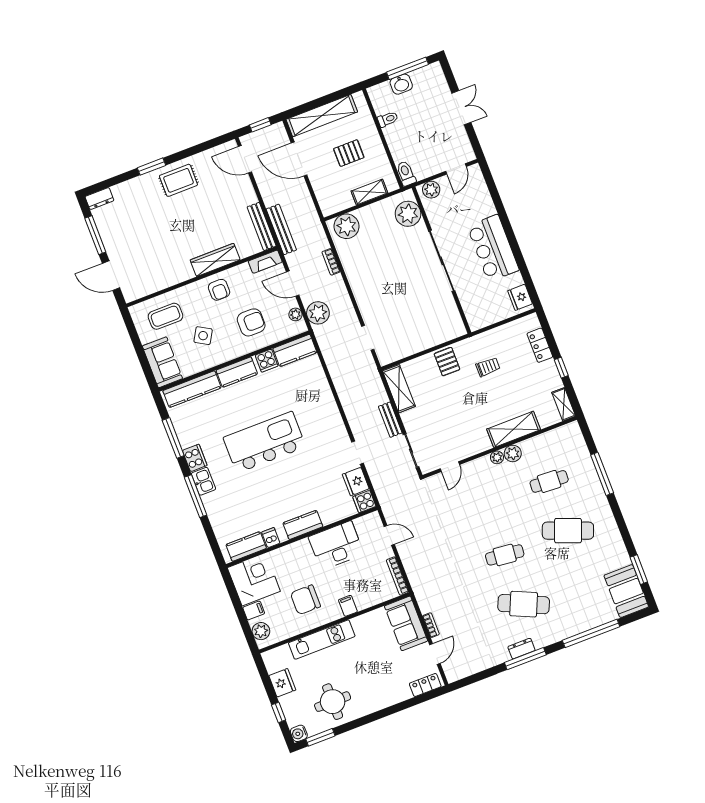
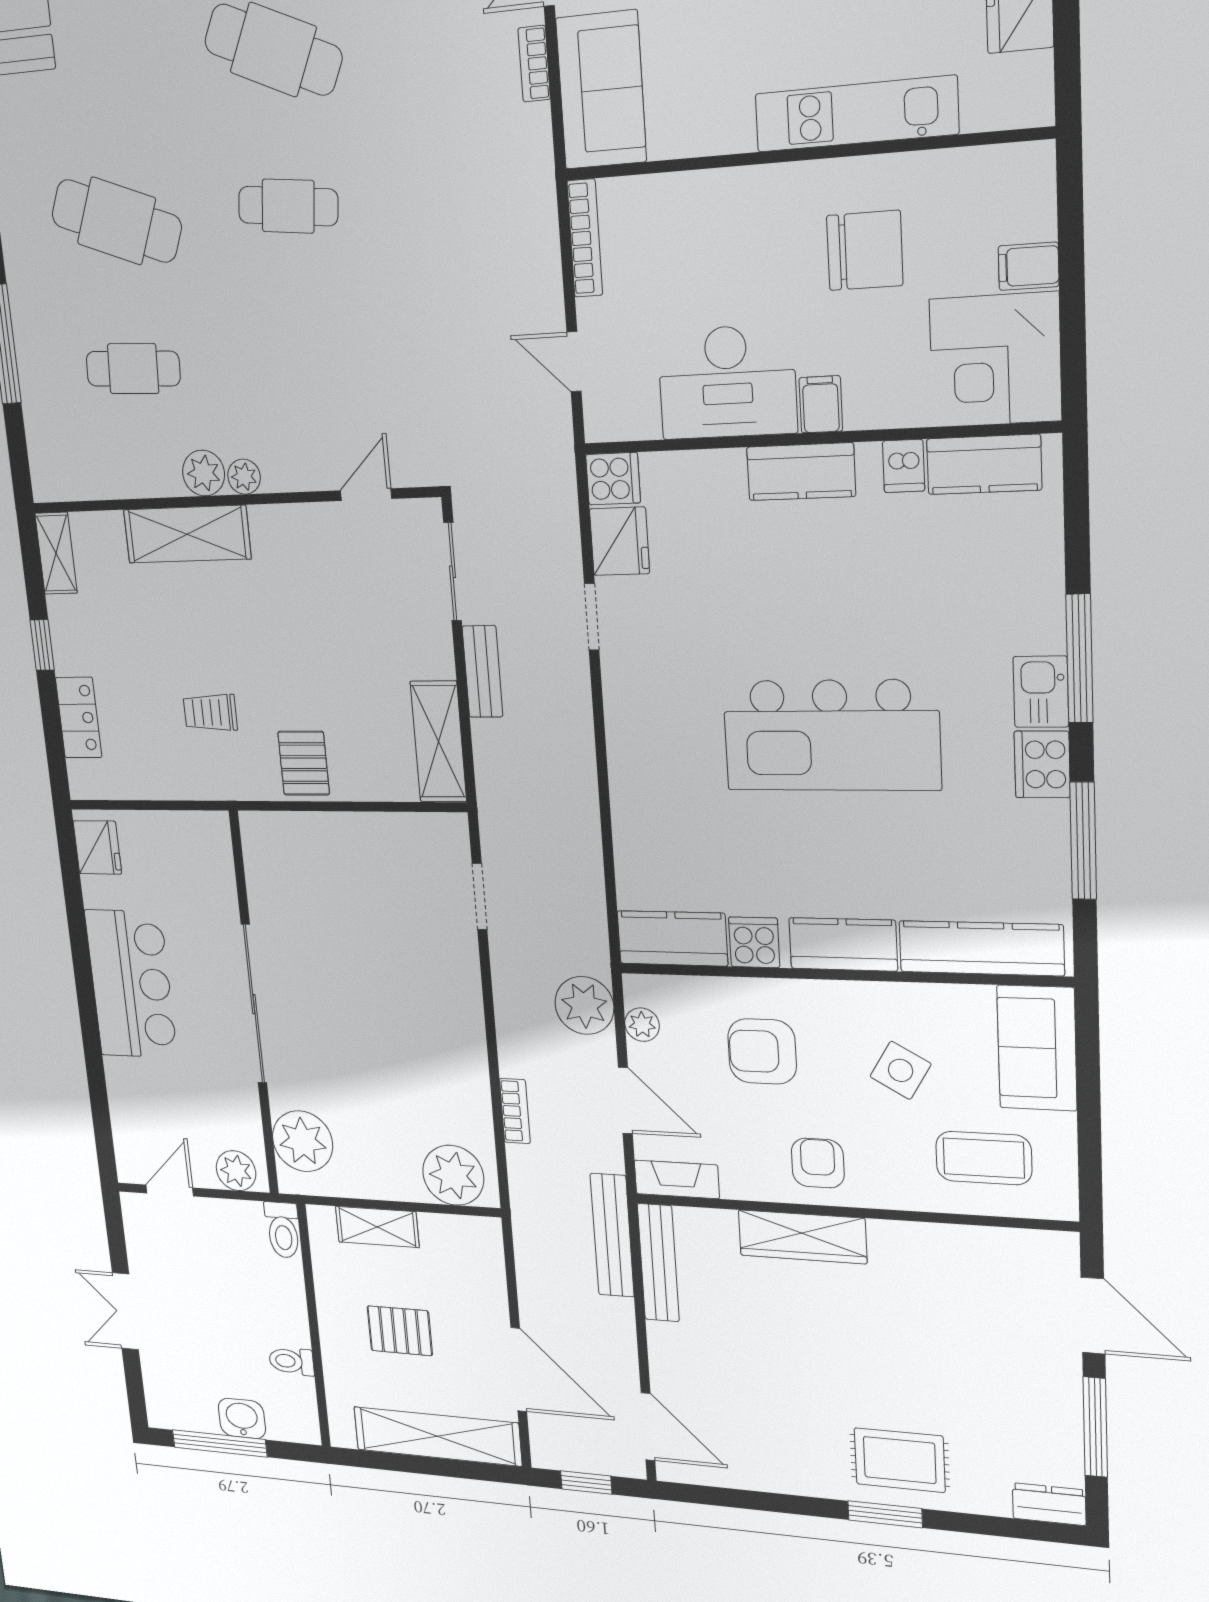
rug: (178, 180) -> (900, 1460), moved
filing cabinet: (348, 606) -> (821, 404), moved, turned 180
plant: (261, 631) -> (1029, 196), removed

